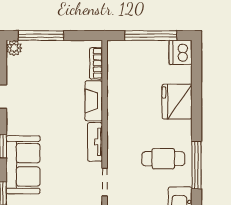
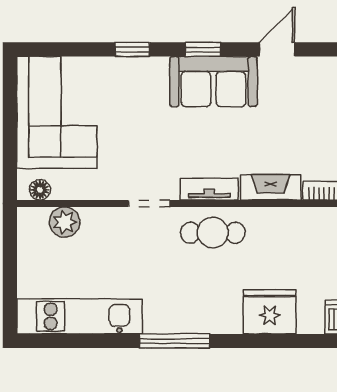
cafe table: (163, 159) -> (213, 233), moved, turned 90
sofa: (23, 165) -> (213, 82), moved

